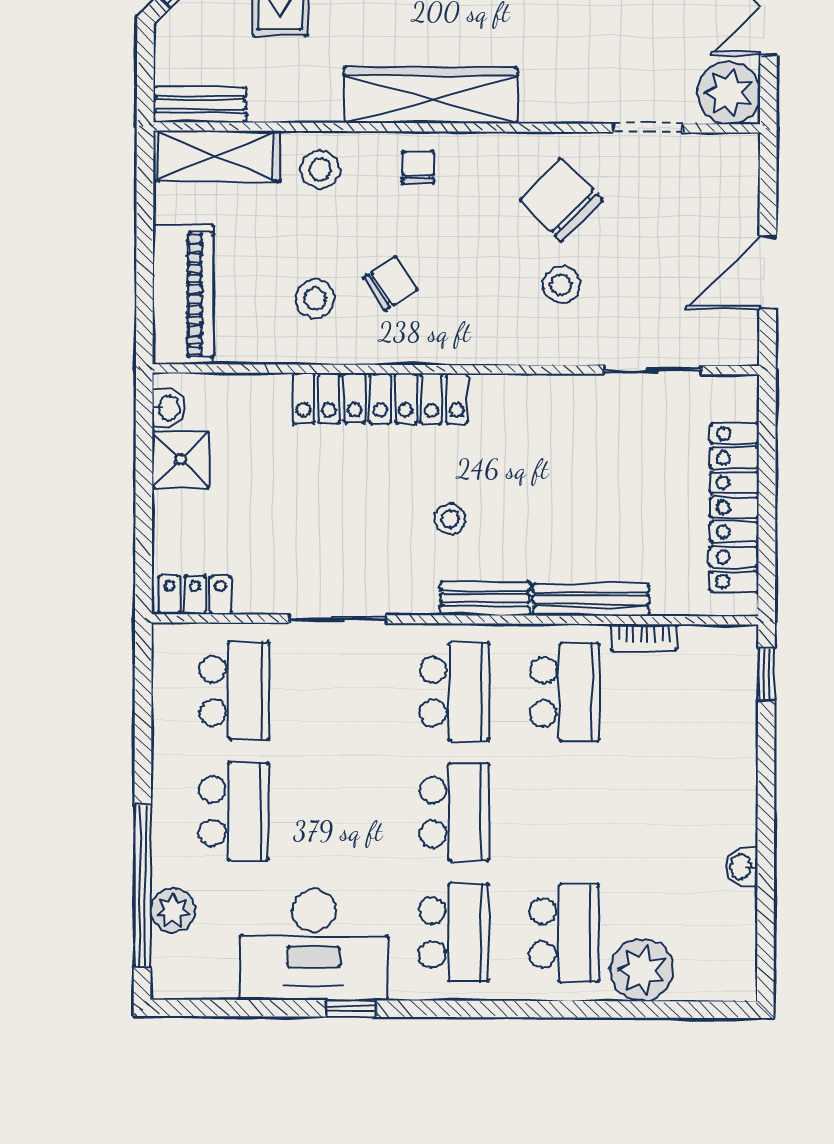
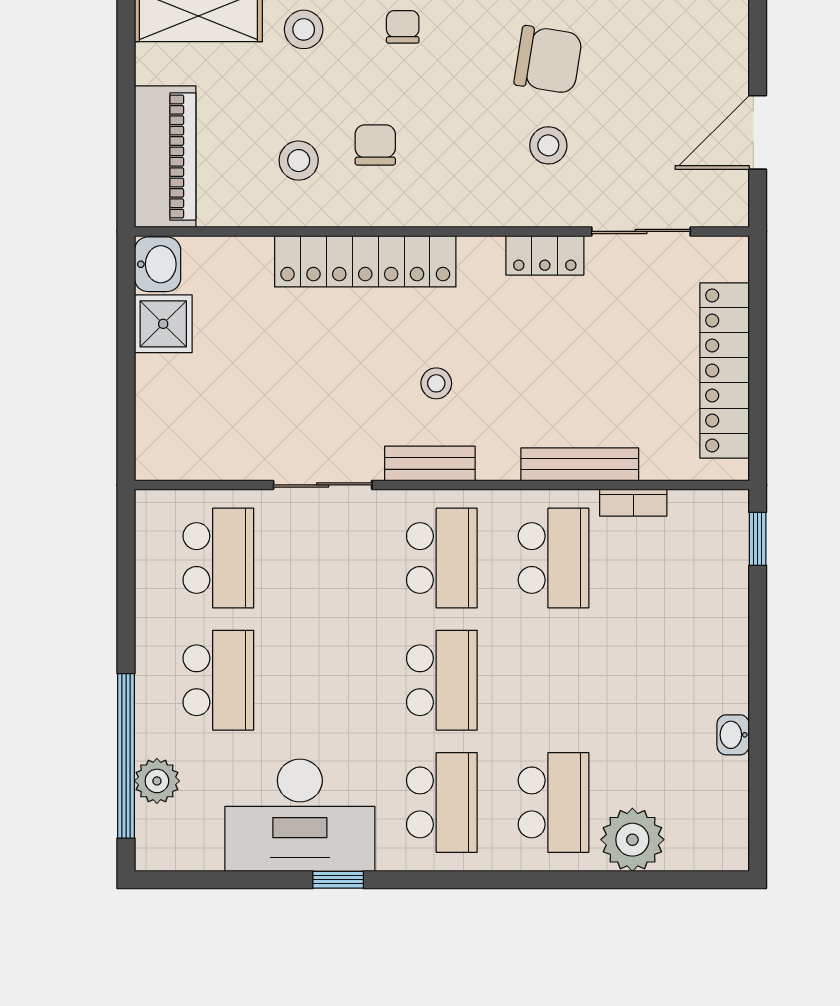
chair: (561, 200) -> (548, 60), turned 144
chair: (390, 284) -> (375, 145), turned -56
washbasin: (168, 408) -> (158, 264), width x1.38, depth x1.45
locker: (195, 595) -> (545, 255), moved, turned 180
bench: (485, 598) -> (430, 463), moved

